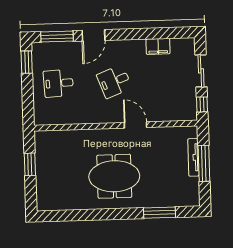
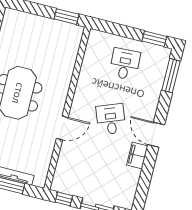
door: (94, 35) -> (156, 135), moved
filing cabinet: (158, 46) -> (137, 156), moved
window: (30, 164) -> (66, 17), moved

